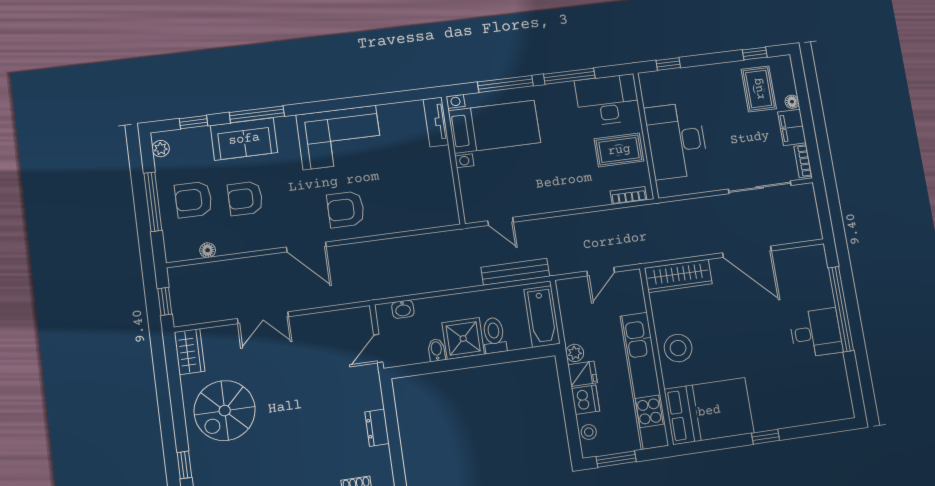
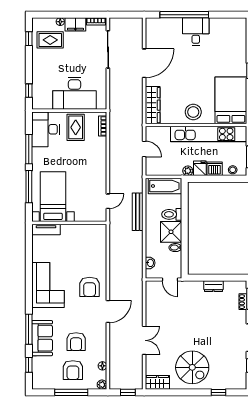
plant: (161, 149) -> (102, 385), moved
bench: (515, 272) -> (138, 212), moved

